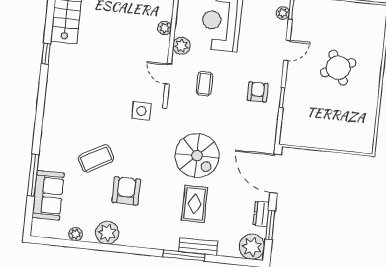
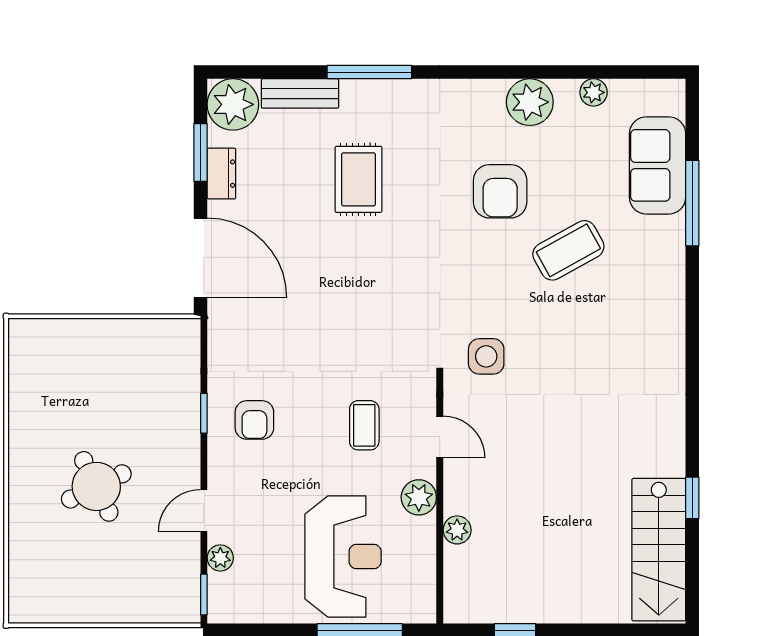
plant: (283, 13) -> (220, 558), moved
window: (46, 54) -> (692, 498), moved
spiral stairs: (197, 156) -> (364, 278), removed
bench: (198, 247) -> (300, 93), moved

